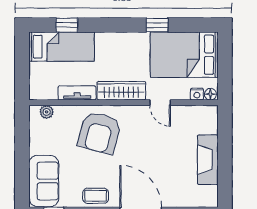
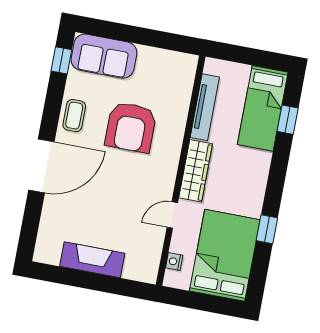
tv unit: (77, 93) -> (205, 107), width x1.41
floor lamp: (210, 94) -> (171, 278), removed
plant: (47, 112) -> (187, 75), removed
armchair: (99, 133) -> (131, 127), moved, turned -105

